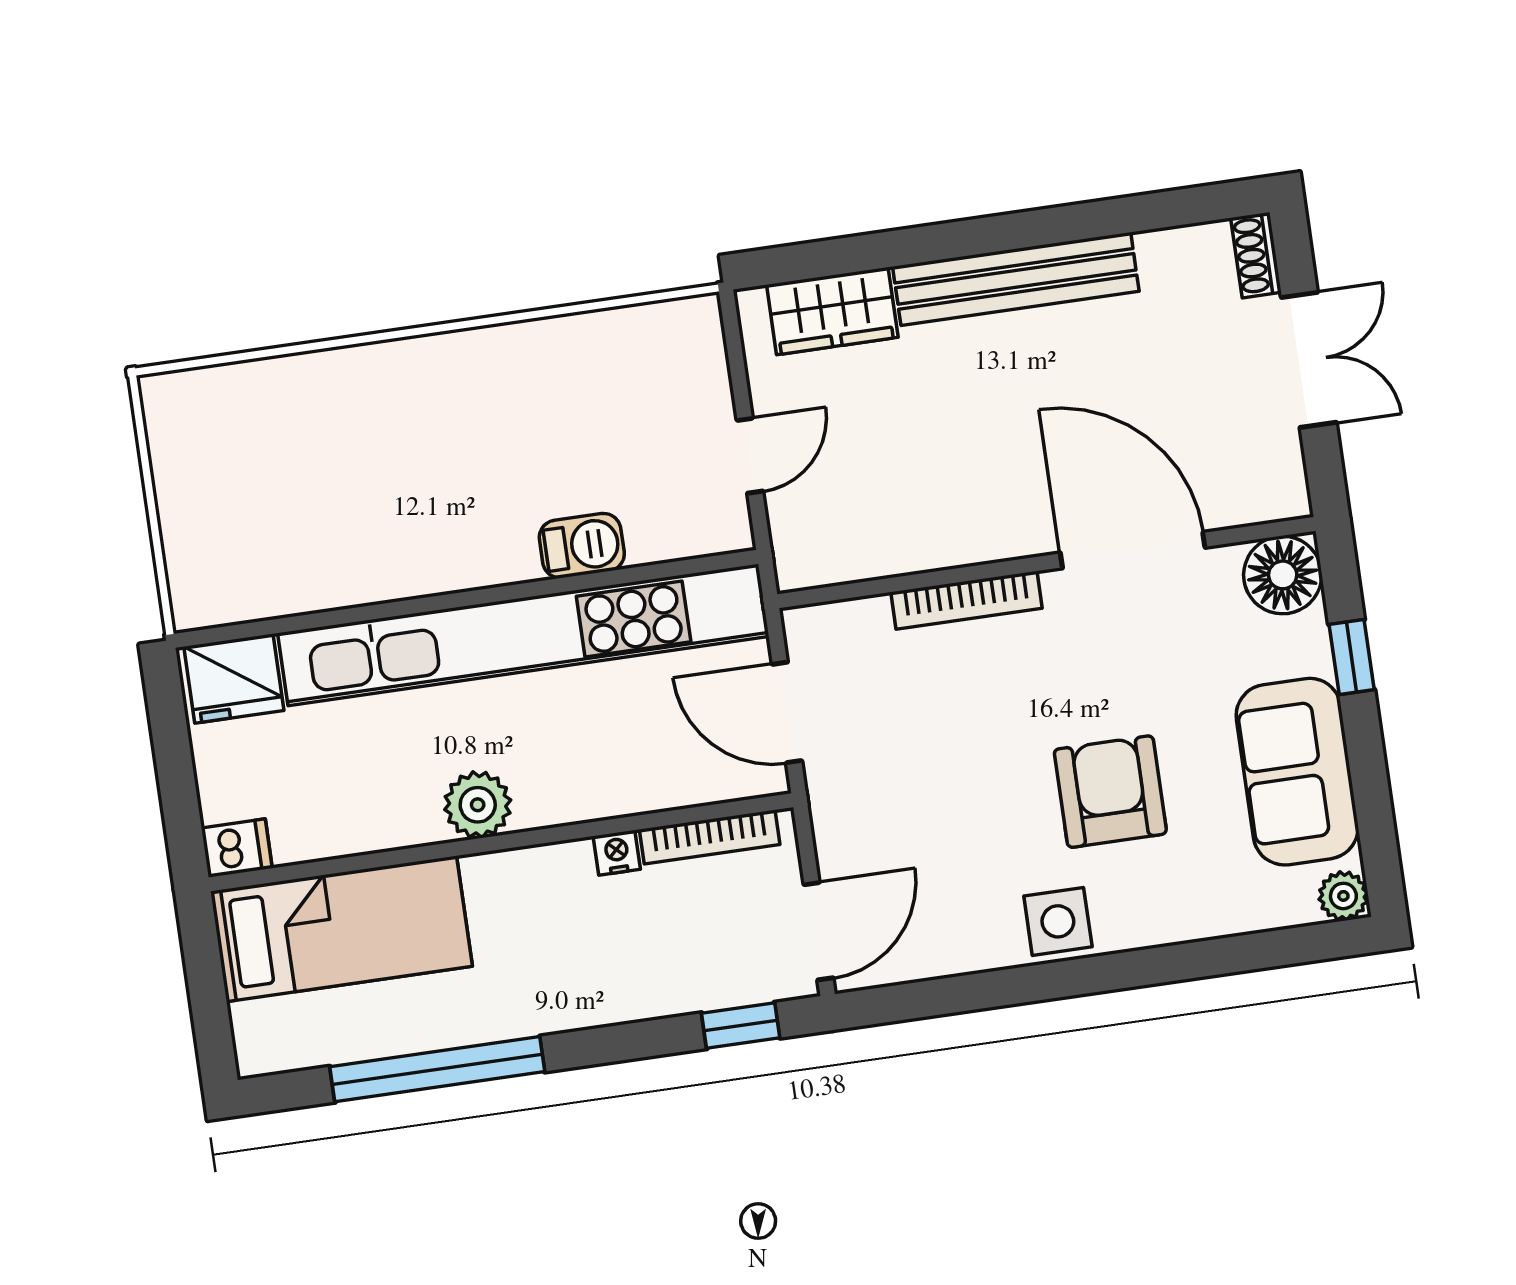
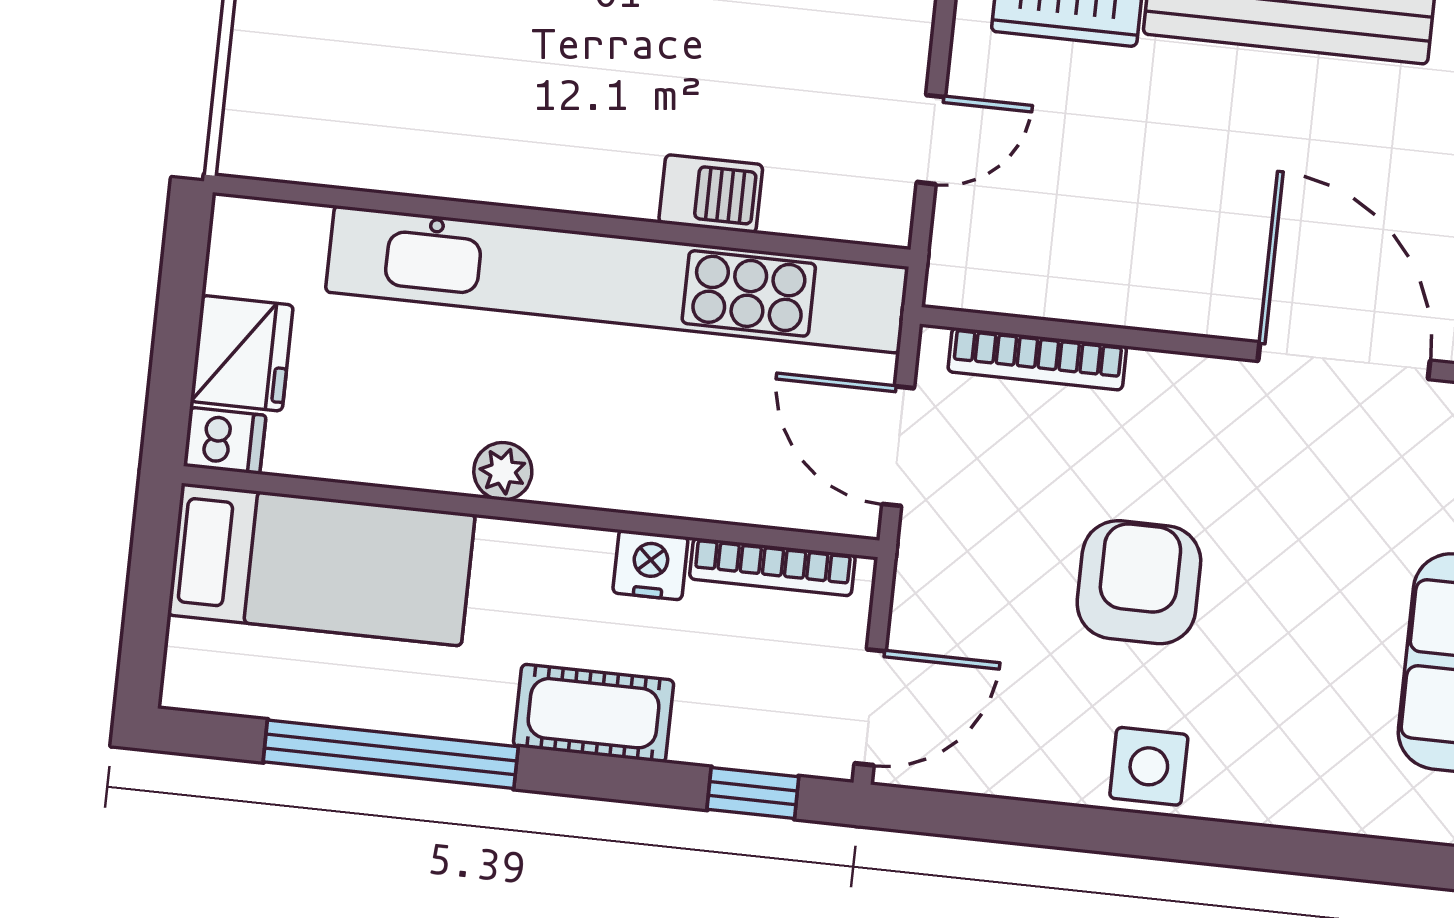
bookcase: (966, 600) -> (1037, 359), moved
fridge: (234, 679) -> (242, 353), moved, turned -90
armchair: (1110, 792) -> (1139, 582), moved
plant: (478, 805) -> (503, 471), width x0.73, depth x0.73
nightstand: (617, 853) -> (650, 565), width x1.39, depth x1.35
cot: (594, 993) -> (594, 713), added

